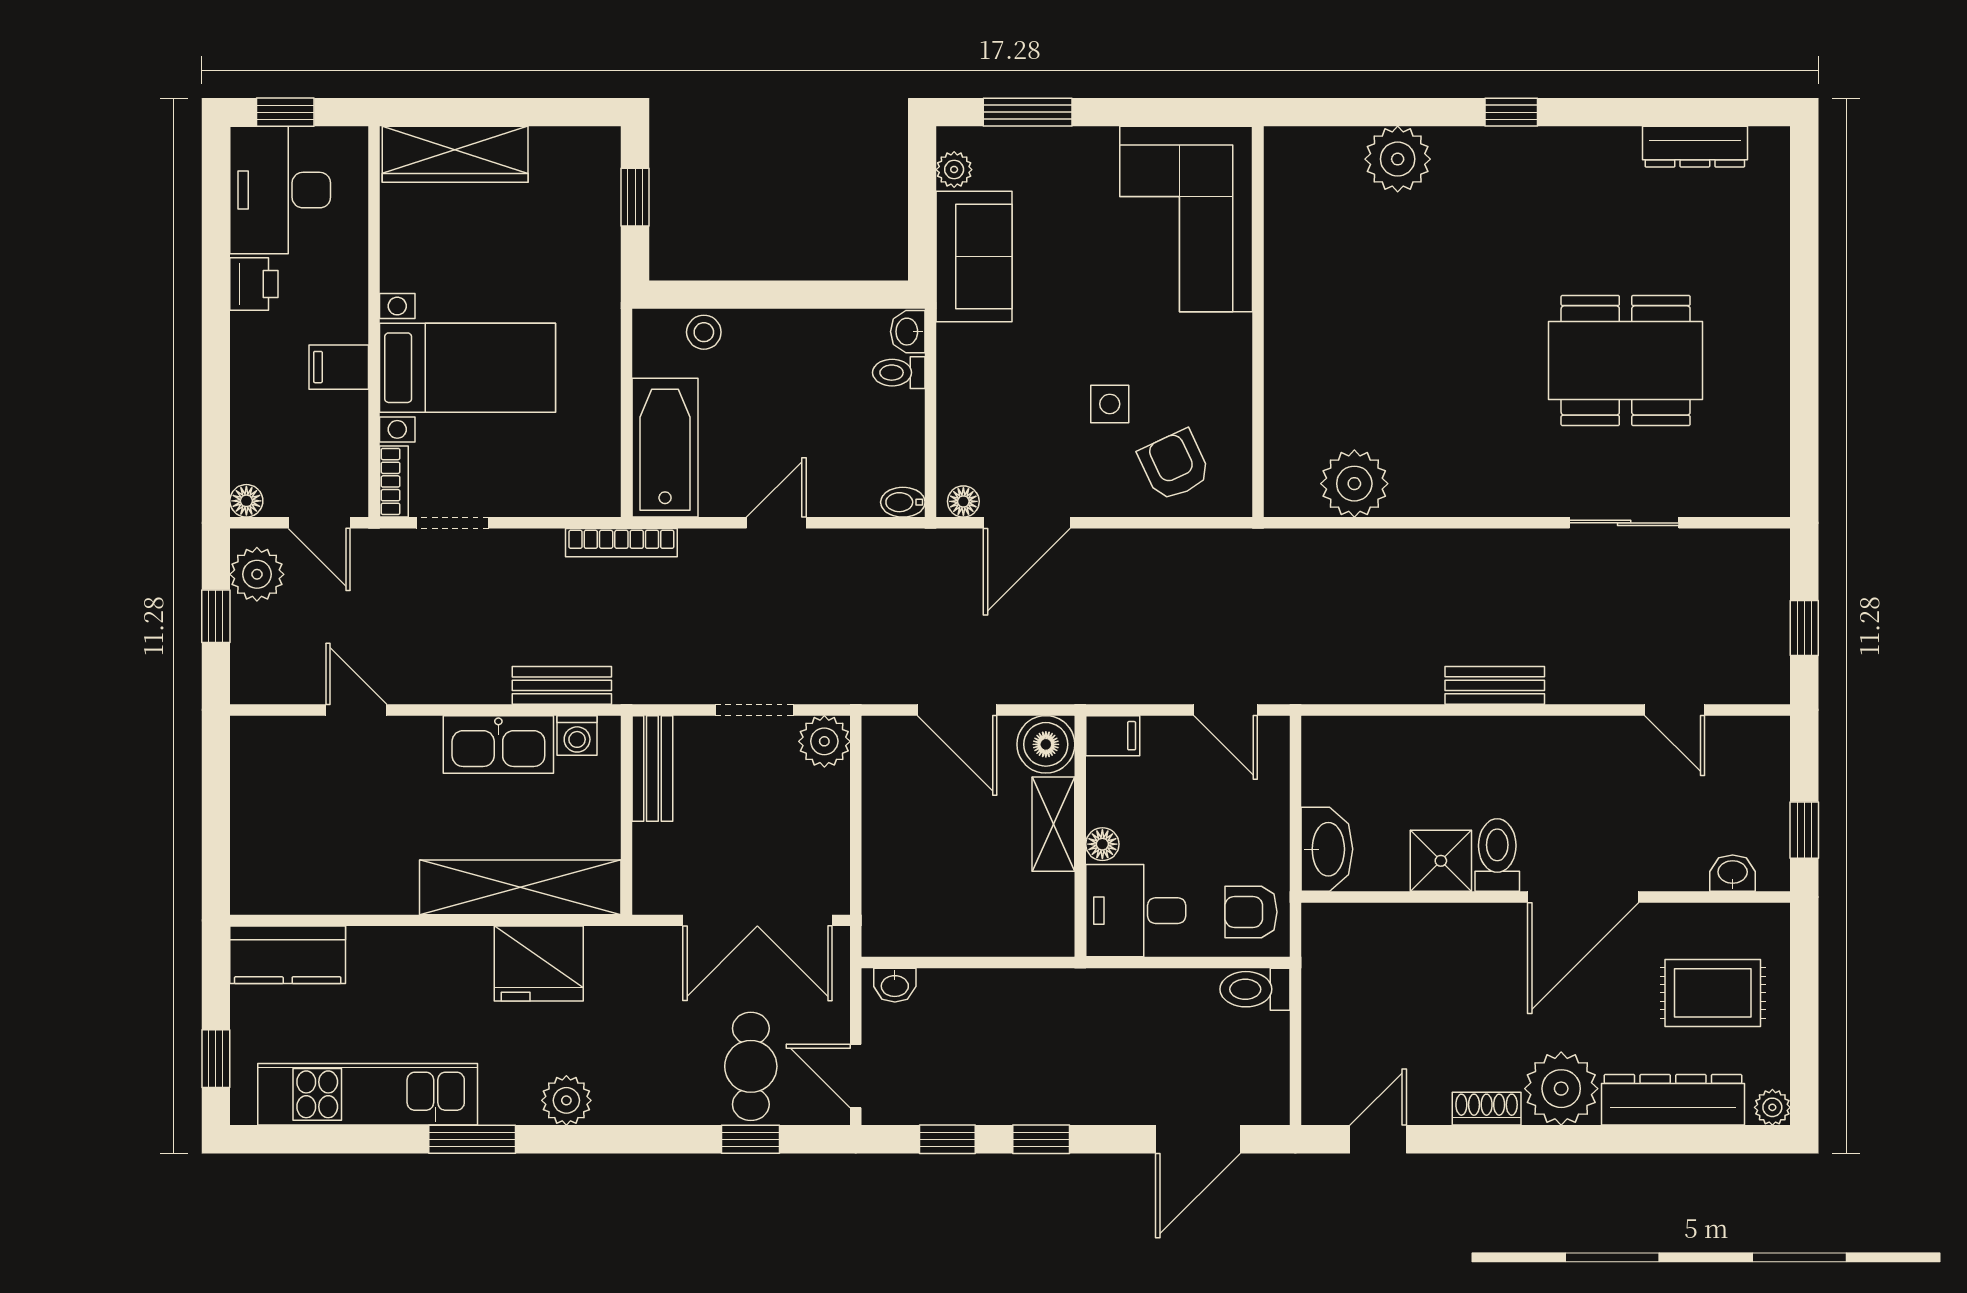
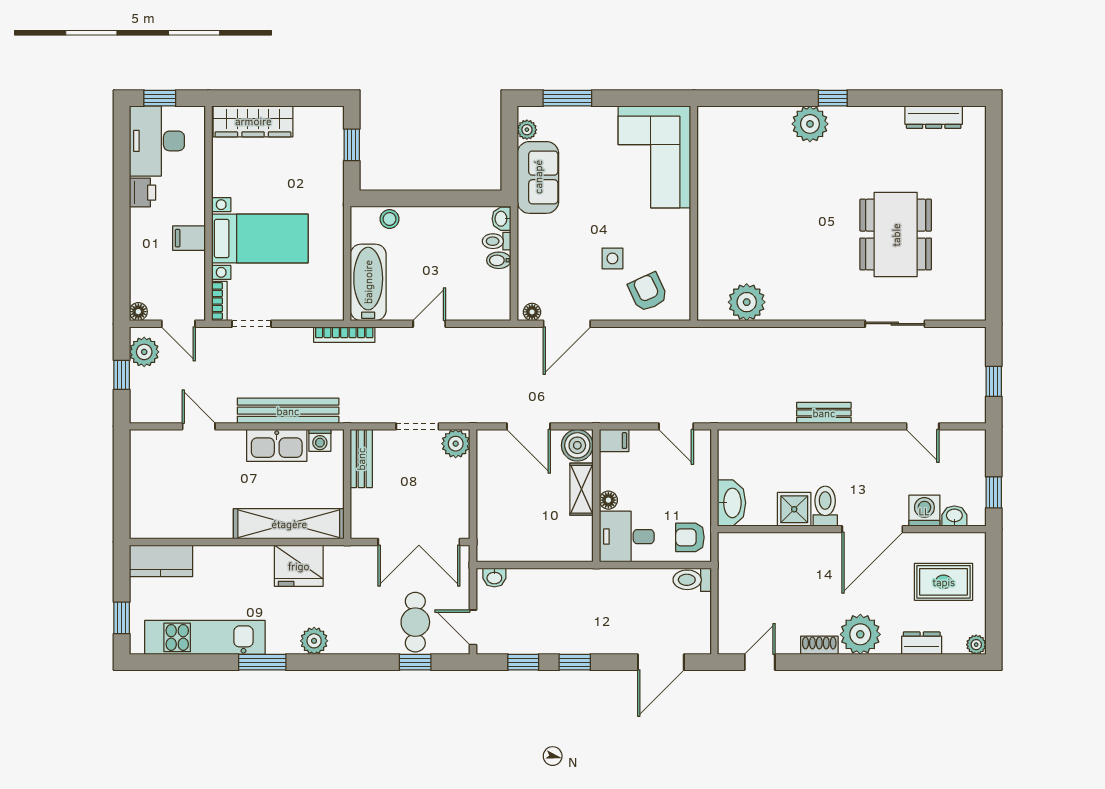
plant: (1398, 159) -> (810, 124), moved
dining table: (1626, 360) -> (896, 235), turned 90
bidet: (903, 502) -> (499, 260), moved
bench: (562, 685) -> (288, 411), width x1.86, depth x1.21
washing machine: (1678, 863) -> (924, 511), added
dresser: (1673, 1100) -> (922, 643), width x0.51, depth x0.80

